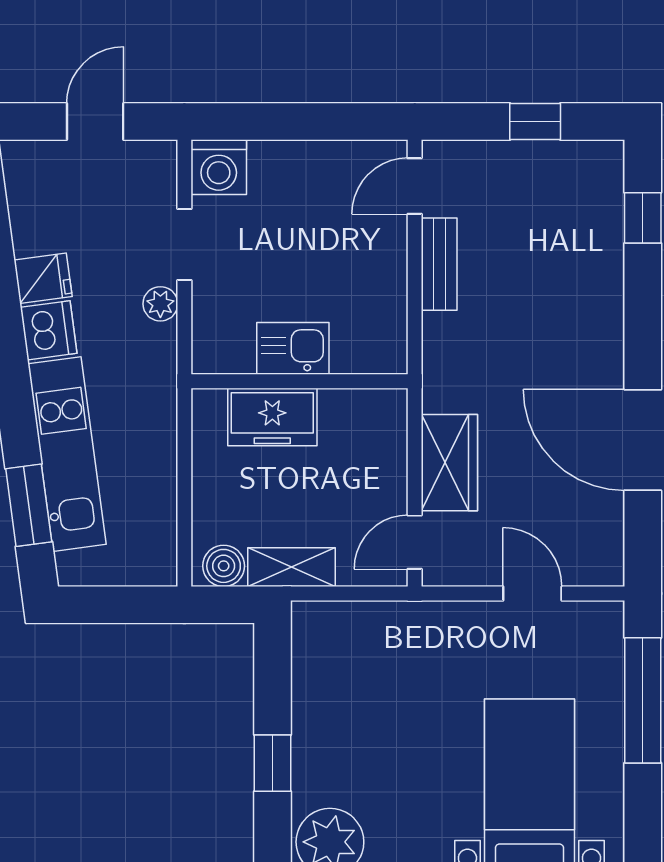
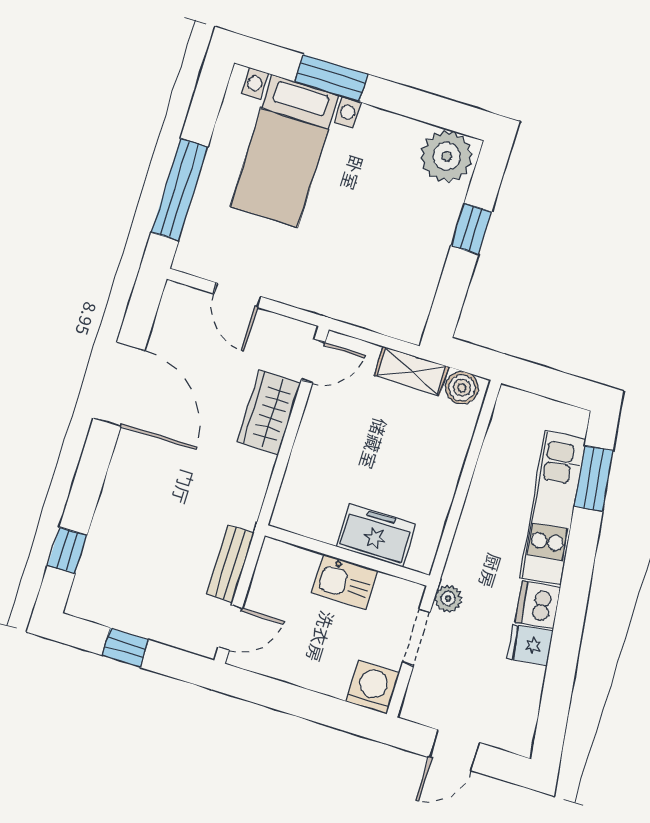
kitchen sink: (293, 348) -> (345, 582), moved
wall: (300, 381) -> (347, 556), moved
freezer: (272, 417) -> (376, 535), moved

